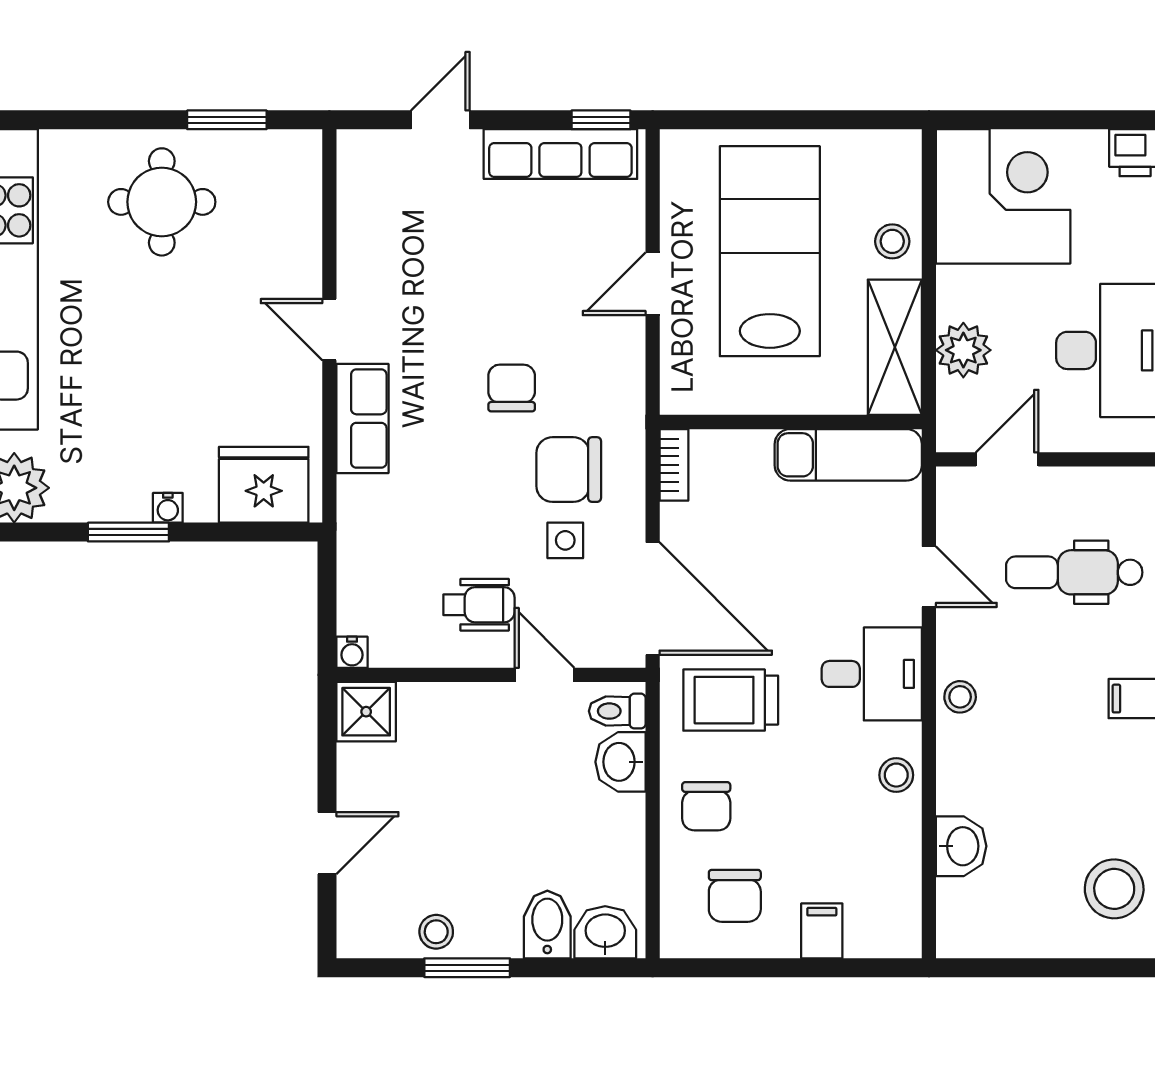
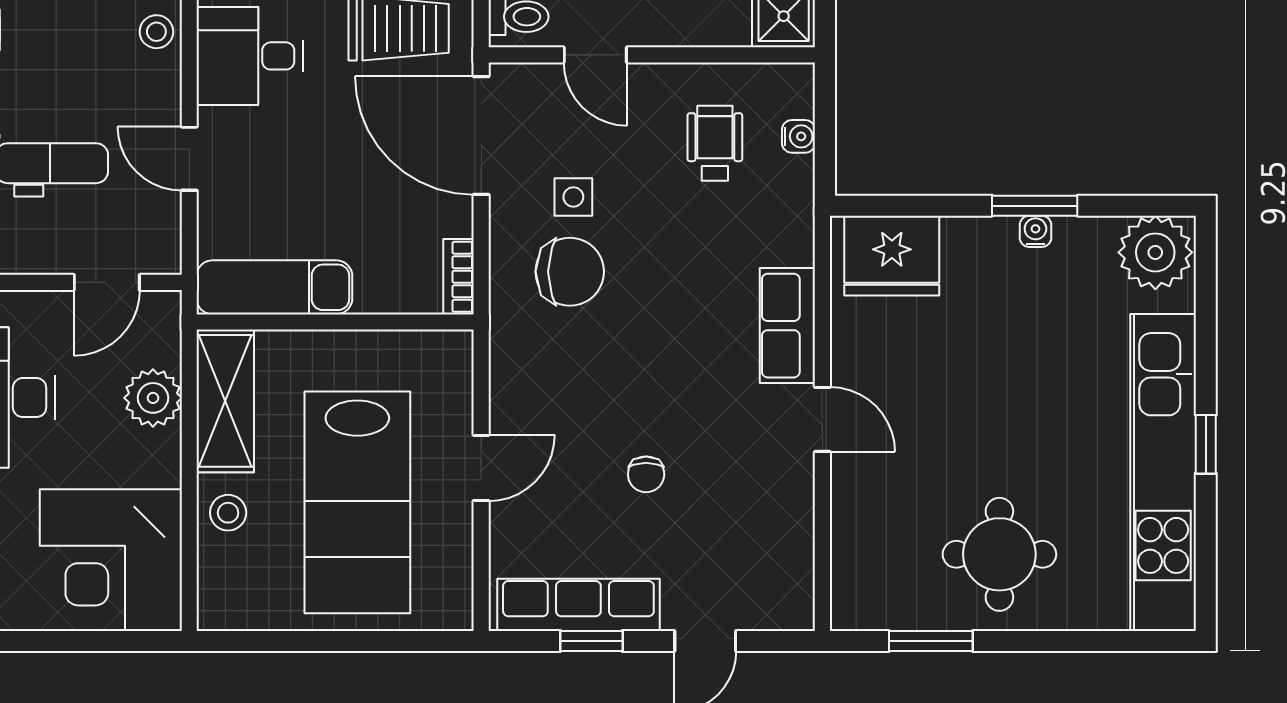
window: (601, 120) -> (591, 641), moved
chair: (512, 388) -> (646, 474), moved, width x0.73, depth x0.73
water cooler: (168, 508) -> (1035, 231), moved
wheelchair: (479, 605) -> (715, 143), moved, turned 90
water cooler: (352, 652) -> (799, 136), moved, turned 90

